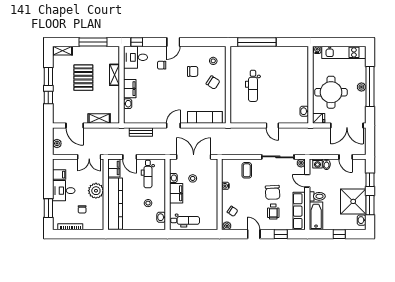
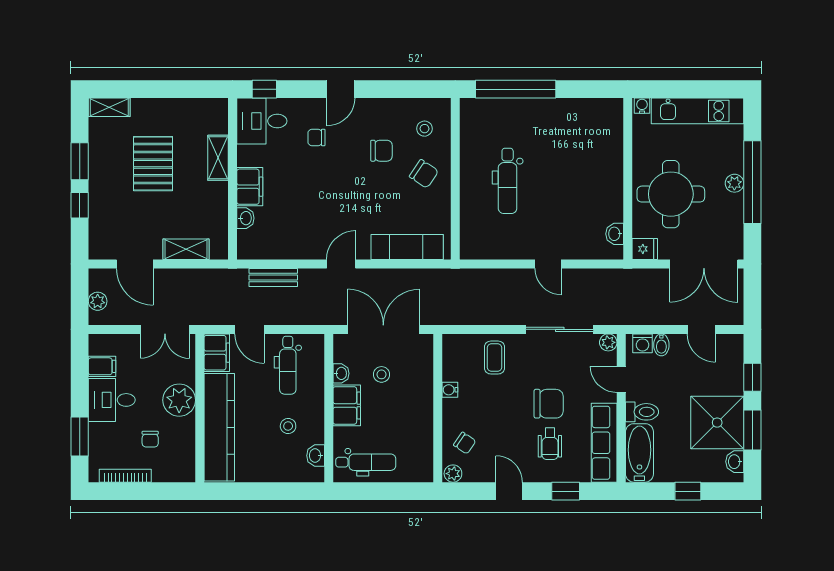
window: (93, 42) -> (173, 89), removed
chair: (273, 192) -> (549, 404), turned -87

